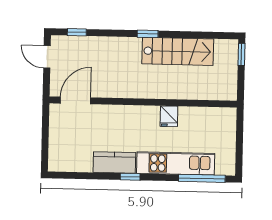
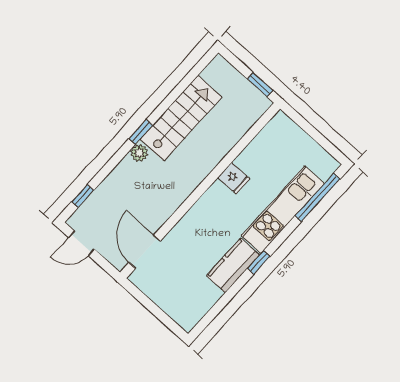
plant: (134, 44) -> (139, 153), added
window: (241, 54) -> (260, 85), moved

